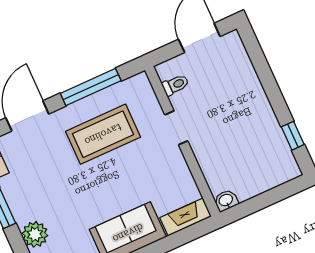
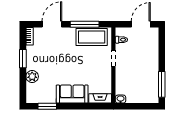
coffee table: (103, 134) -> (92, 37), moved
window: (293, 136) -> (162, 84), width x2.17

